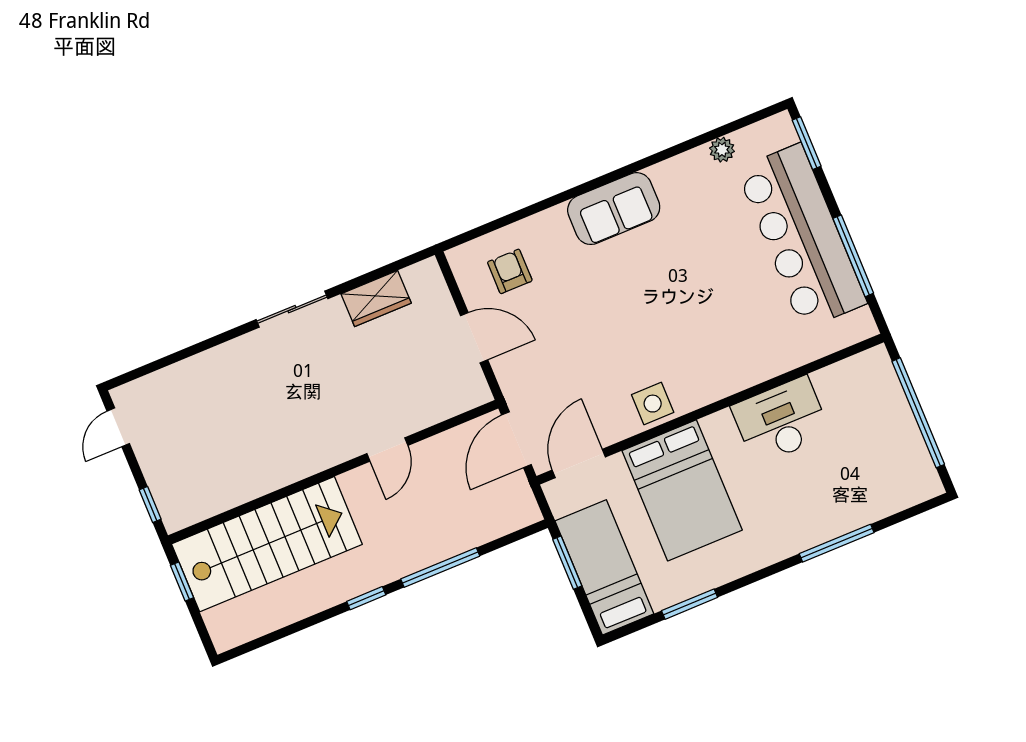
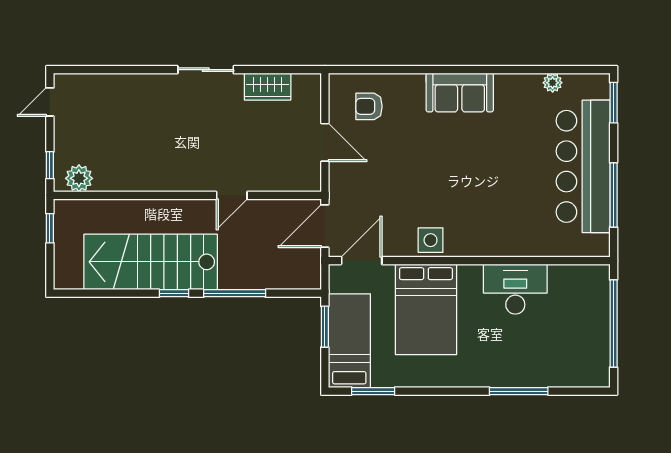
armchair: (510, 271) -> (369, 106), turned -90
plant: (192, 506) -> (79, 178), added
stairs: (267, 544) -> (151, 262), moved, turned 180
window: (690, 604) -> (373, 391), moved

